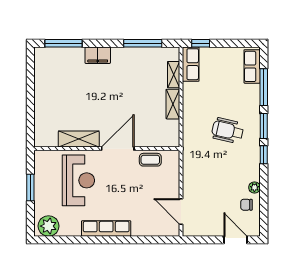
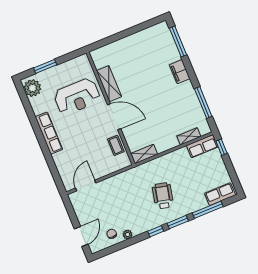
shelving: (173, 104) -> (144, 154), moved
window: (30, 187) -> (45, 66), moved

